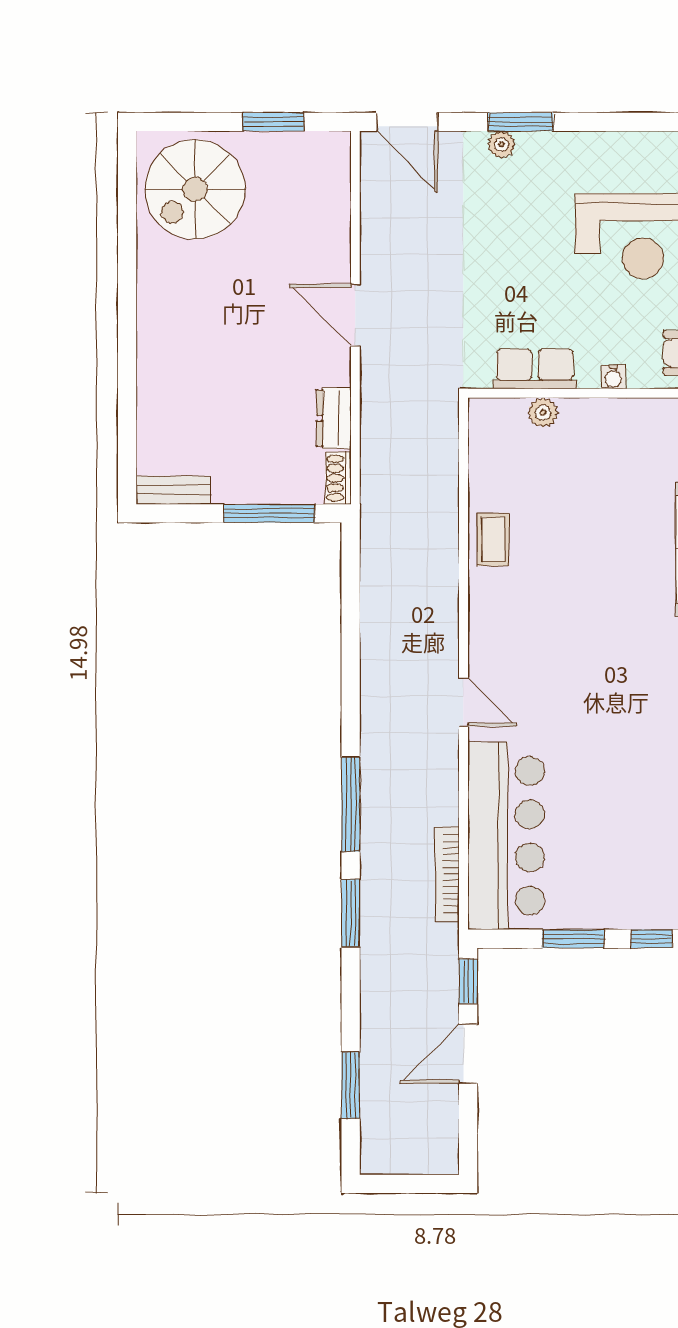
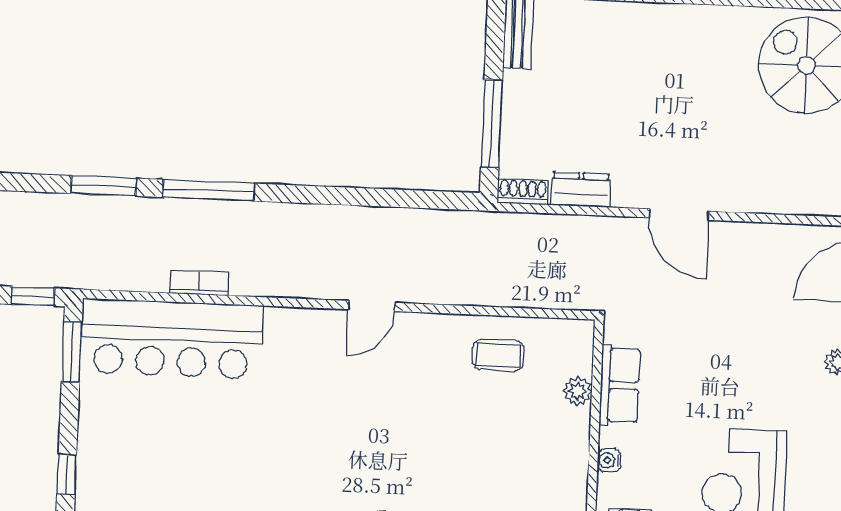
door: (355, 315) -> (679, 215), swing flipped
coffee table: (493, 539) -> (498, 355), moved
door: (463, 702) -> (372, 306), moved
bookcase: (447, 874) -> (199, 283), moved, width x0.64
window: (573, 939) -> (72, 352), moved

